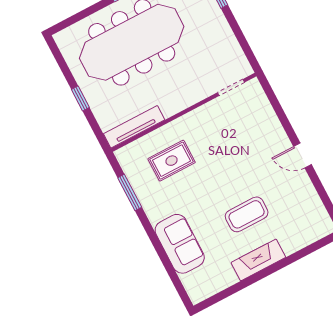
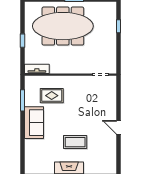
tv unit: (134, 127) -> (37, 69), width x0.71
sofa: (180, 244) -> (34, 123), moved

